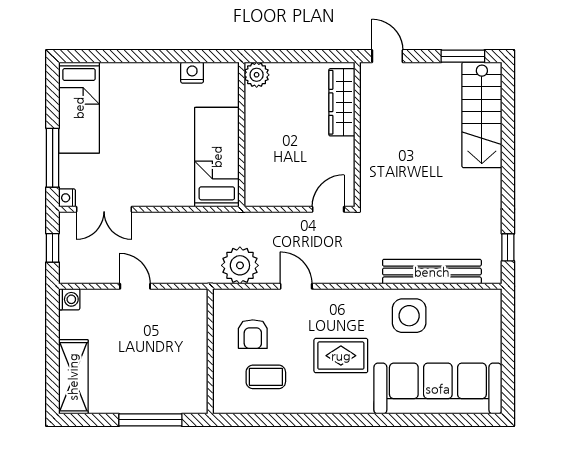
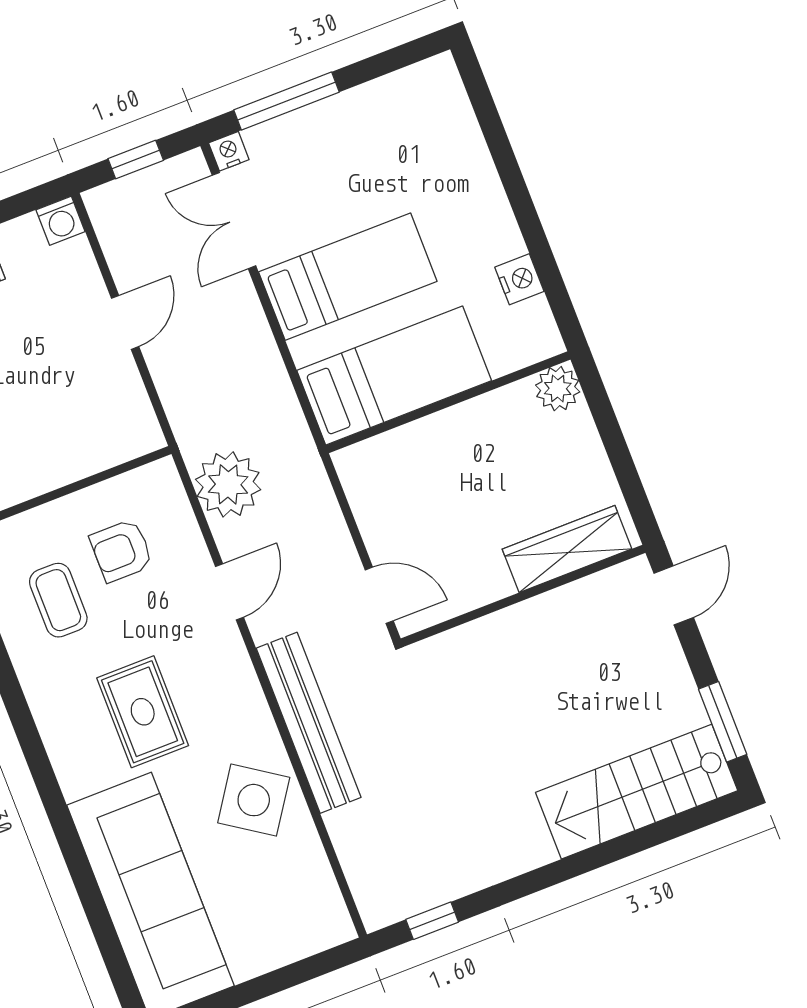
bed: (79, 108) -> (348, 277), moved, turned 180
bench: (432, 272) -> (309, 723), moved
side table: (409, 316) -> (254, 800), turned 34

